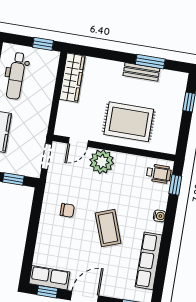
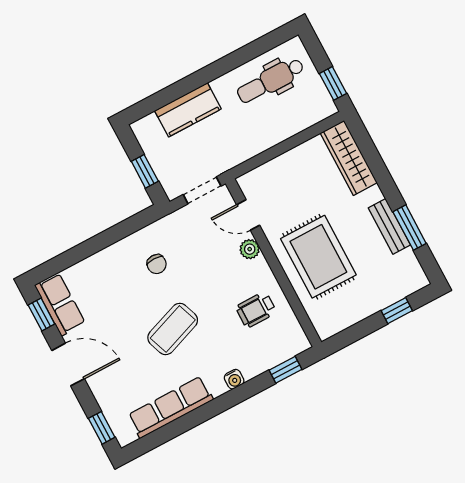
wardrobe: (72, 78) -> (349, 158), moved, turned 90
plant: (102, 162) -> (250, 249), width x0.53, depth x0.53
wheelchair: (159, 174) -> (256, 310), moved, turned 90

